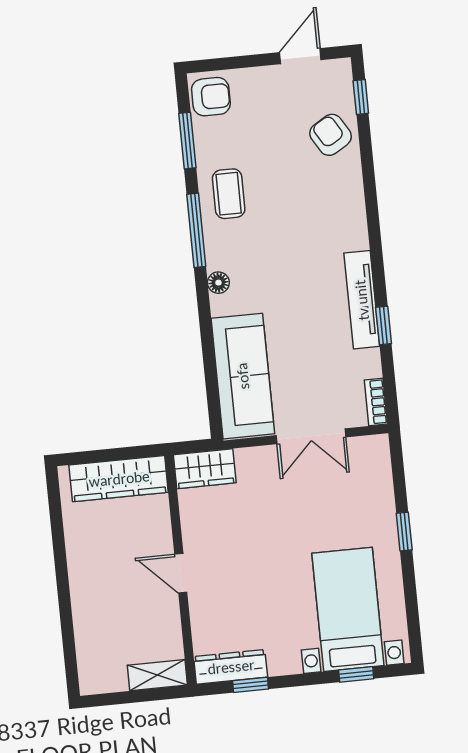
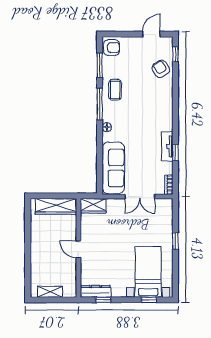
tv unit: (362, 300) -> (167, 146), width x0.71
shelving: (157, 675) -> (50, 292), moved

